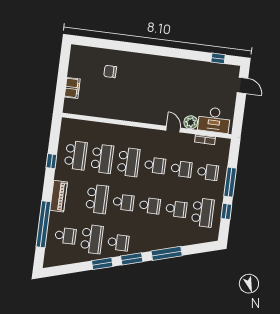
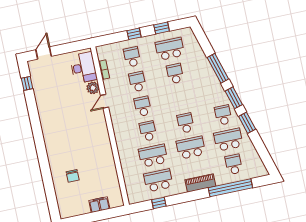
window: (51, 161) -> (159, 203), moved
school desk: (129, 162) -> (148, 131), width x0.54
window: (230, 182) -> (134, 34), width x0.46
school desk: (150, 206) -> (180, 98), removed

